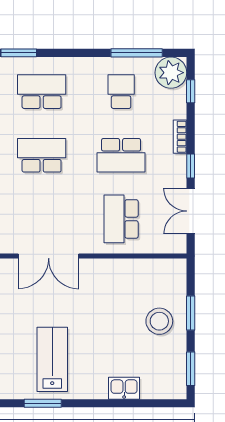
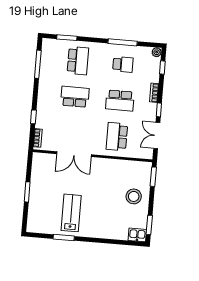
window: (137, 53) -> (123, 42), moved
plant: (171, 73) -> (157, 52), width x0.53, depth x0.53
school desk: (42, 92) -> (78, 61), turned 90
school desk: (121, 92) -> (123, 64), turned 90
window: (191, 313) -> (153, 177), moved
kitchen sink: (124, 388) -> (137, 235), moved

